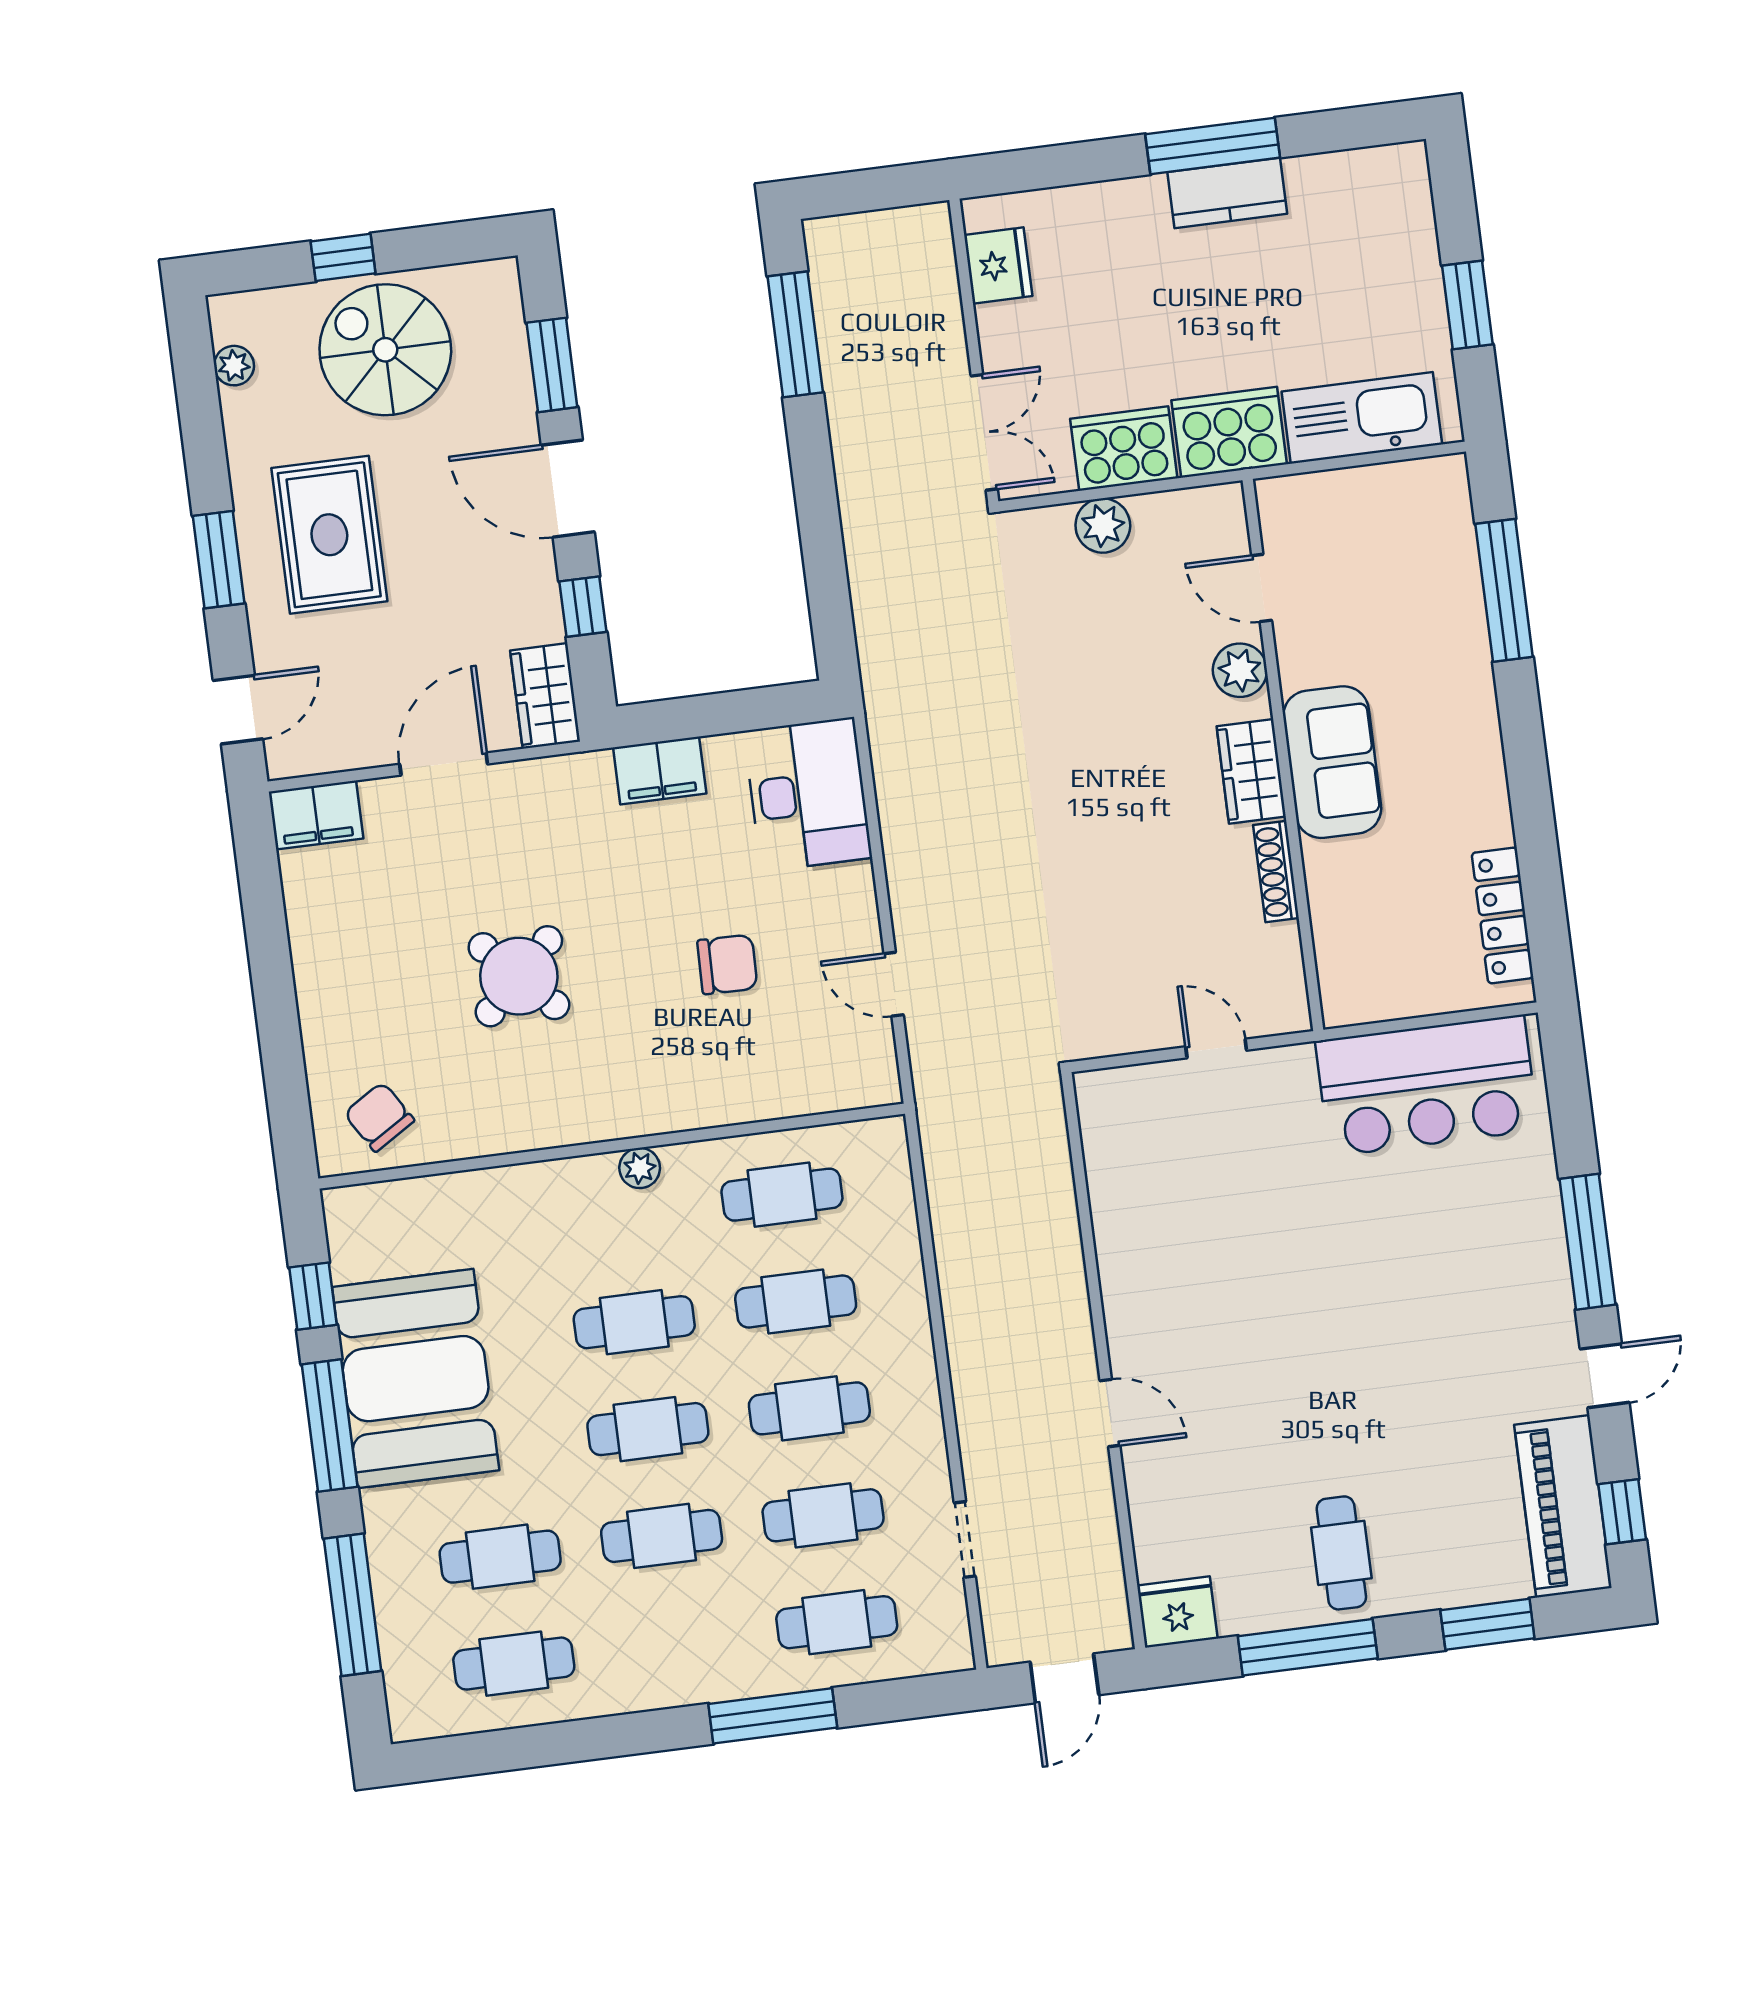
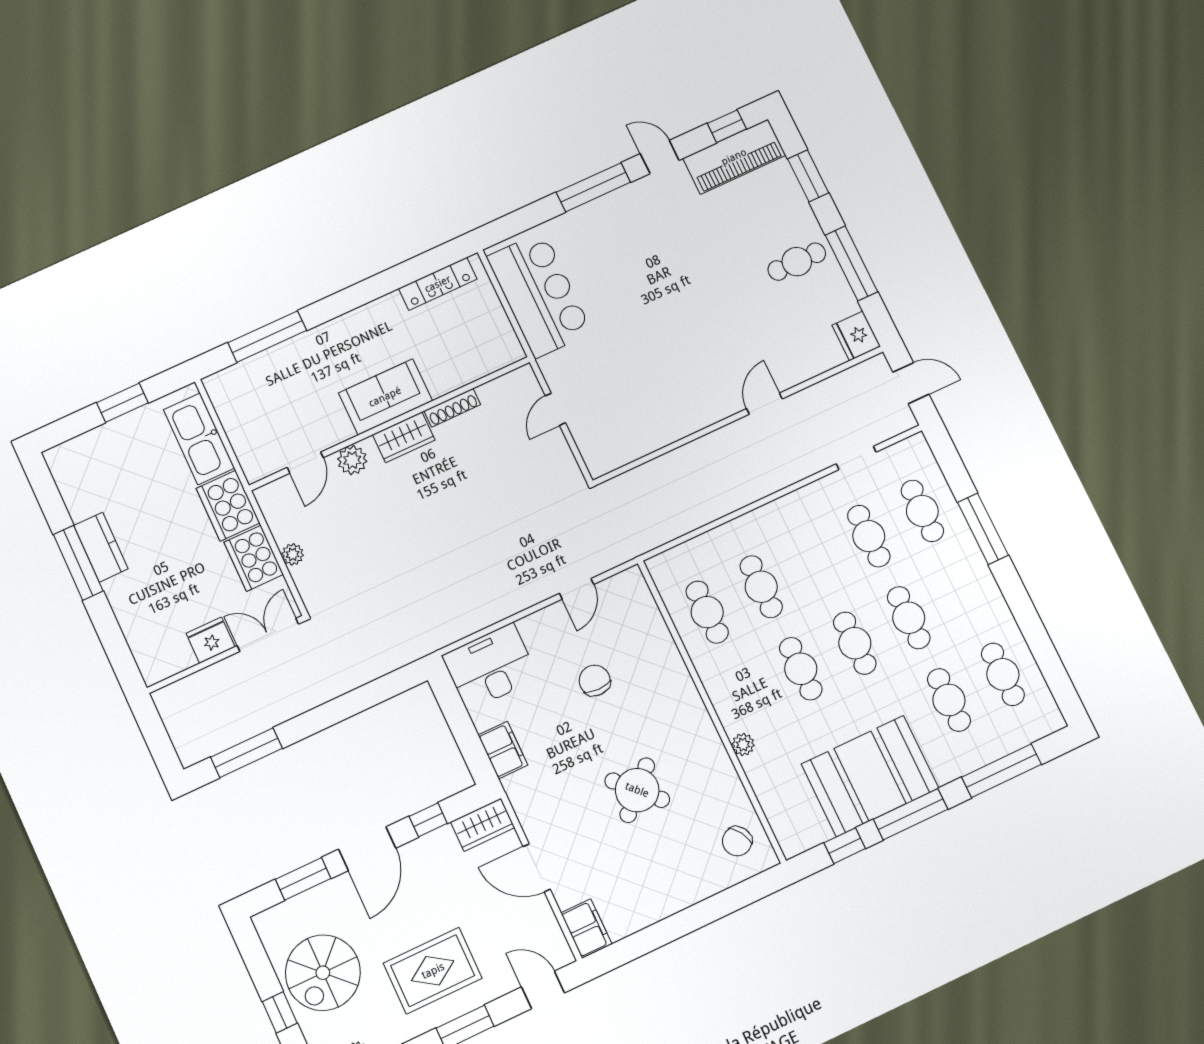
fridge: (998, 266) -> (211, 640), moved
plant: (1103, 526) -> (293, 554), width x0.73, depth x0.73
plant: (640, 1168) -> (743, 745), moved
cafe table: (809, 1408) -> (815, 561), removed

